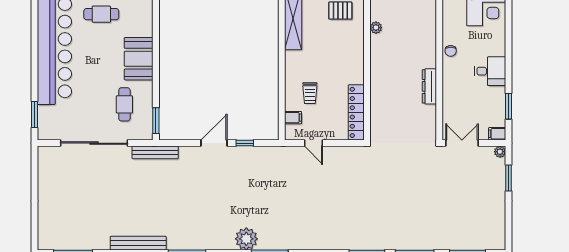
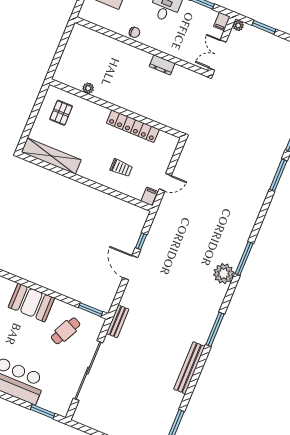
dresser: (429, 86) -> (162, 65), width x0.70
cafe table: (124, 104) -> (66, 331), turned -63
locker: (356, 112) -> (133, 126), moved
filing cabinet: (293, 118) -> (149, 196), moved
bench: (155, 152) -> (118, 321), width x0.73

